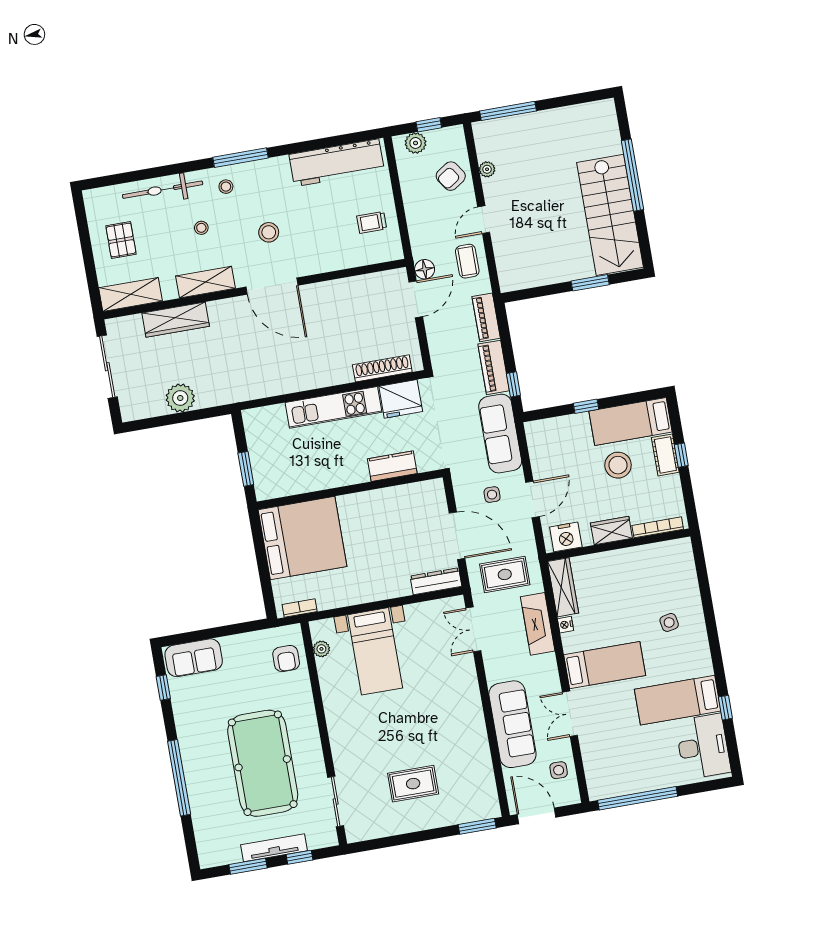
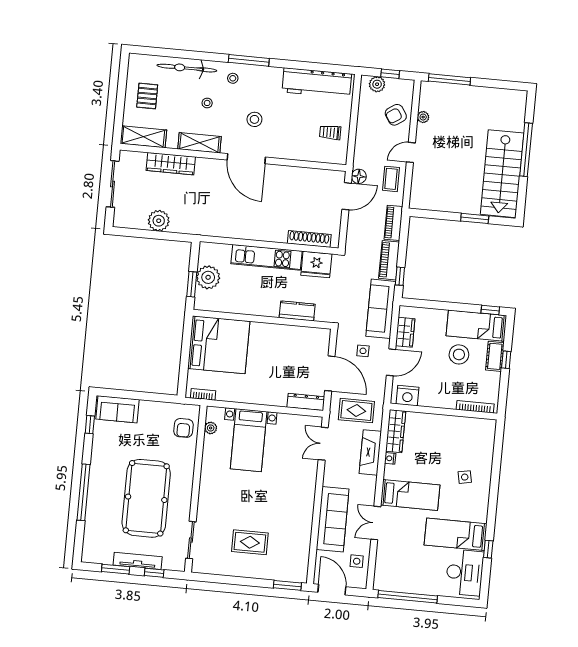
window: (586, 406) -> (490, 310), moved
plant: (265, 454) -> (208, 277), added
wardrobe: (611, 531) -> (405, 332), moved, turned 90

